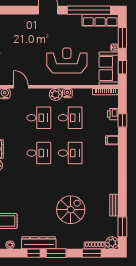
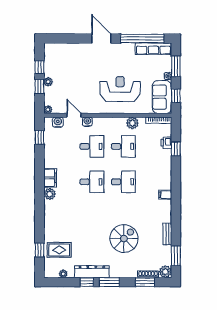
water cooler: (67, 93) -> (87, 122), moved
plant: (56, 94) -> (132, 123), moved
filing cabinet: (112, 140) -> (165, 195), moved

